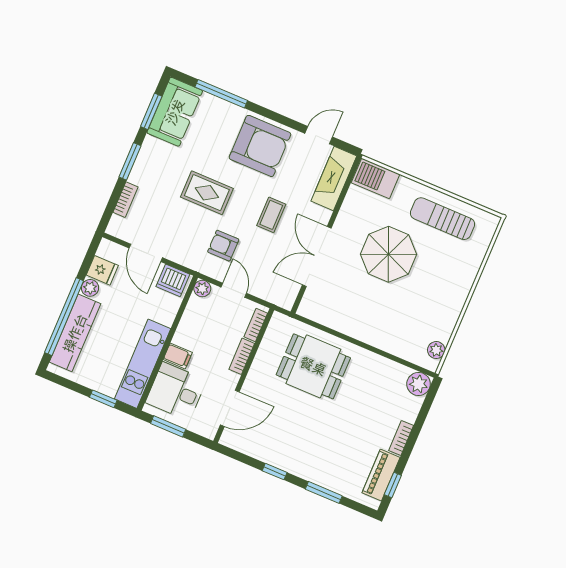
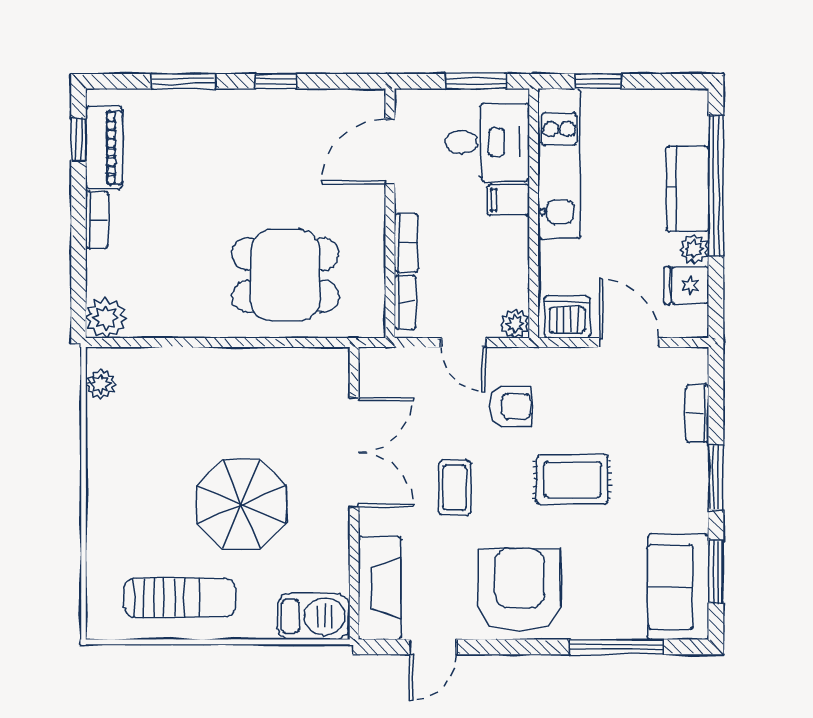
armchair: (260, 146) -> (519, 590), turned 90
kitchen counter: (75, 333) -> (687, 189), width x0.67

